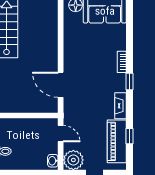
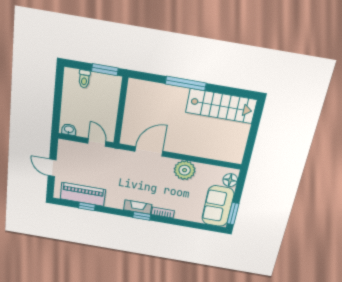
fireplace: (120, 106) -> (138, 207), moved
door: (61, 134) -> (97, 142), swing flipped
plant: (73, 160) -> (185, 170), moved

